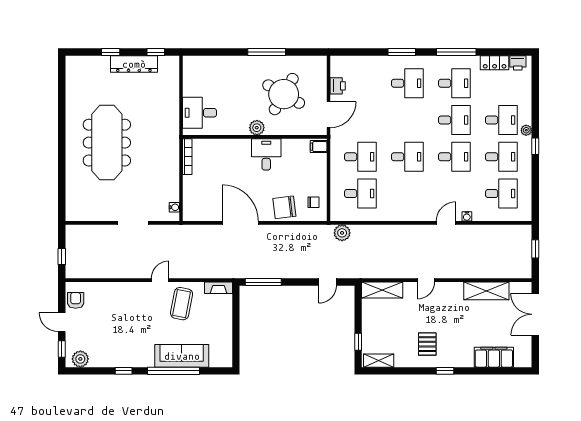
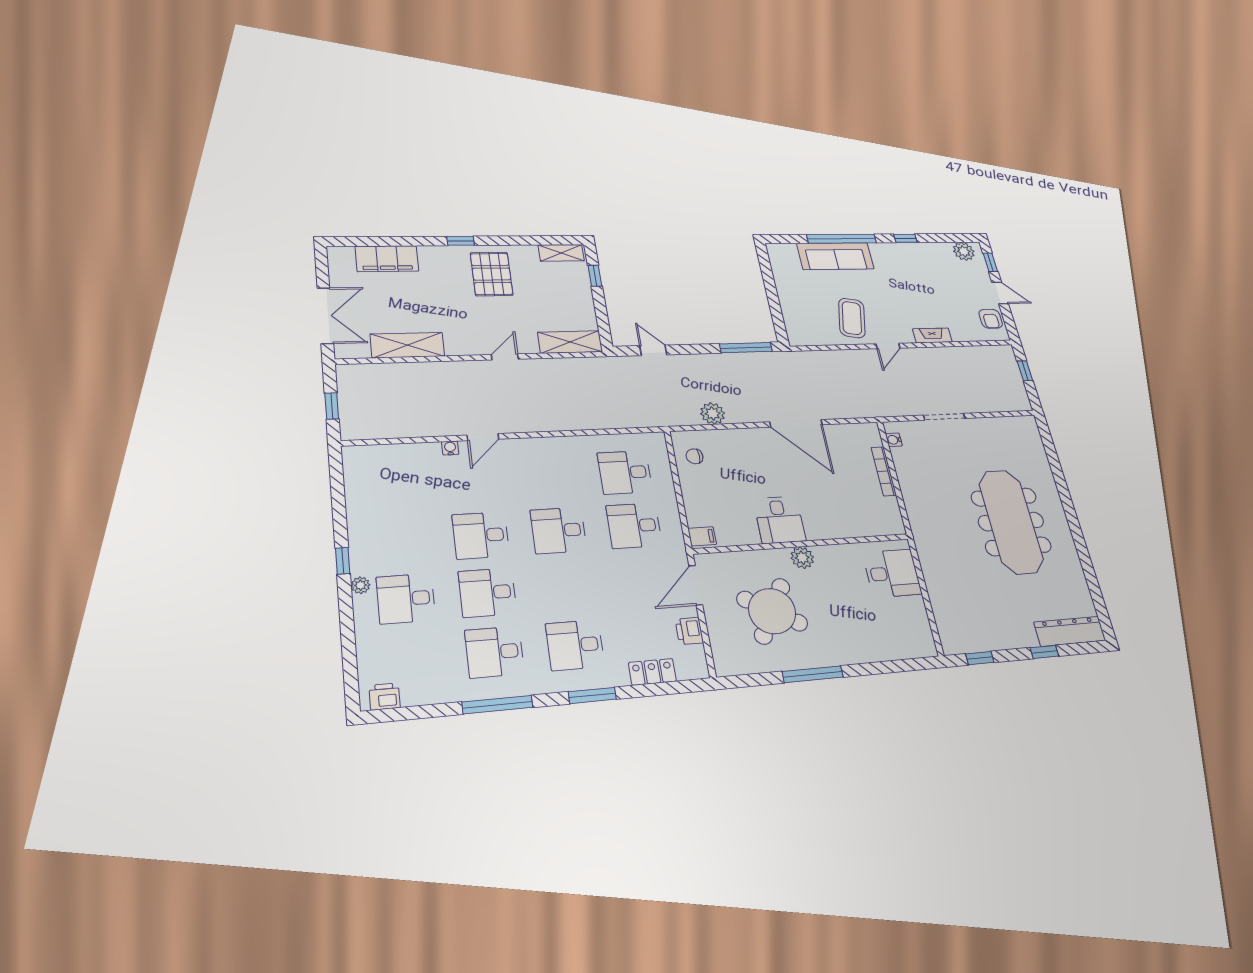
locker: (495, 63) -> (652, 672), moved
dresser: (134, 64) -> (1070, 631), moved
bookcase: (187, 157) -> (884, 471), moved
desk: (501, 157) -> (401, 540), removed
desk: (501, 194) -> (396, 484), removed
chair: (284, 207) -> (737, 447), removed
plant: (342, 233) -> (713, 413), moved
door: (328, 282) -> (653, 350), hinge flipped
fireplace: (218, 288) -> (932, 335), moved
pallet: (427, 344) -> (492, 274), width x1.50, depth x1.42

